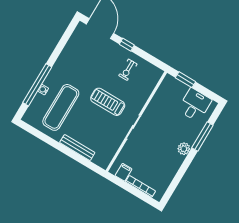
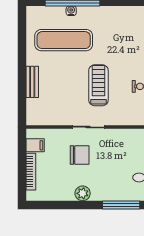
chair: (149, 145) -> (80, 155), added
bench: (77, 148) -> (32, 82), width x0.73
plant: (184, 149) -> (83, 193), moved

